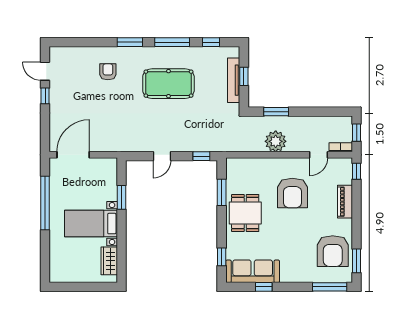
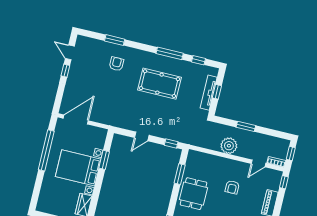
window: (130, 42) -> (115, 40), moved
window: (276, 112) -> (246, 126), moved
armchair: (292, 193) -> (232, 187), width x0.53, depth x0.53
bed with nightstands: (91, 224) -> (78, 168), width x1.36

